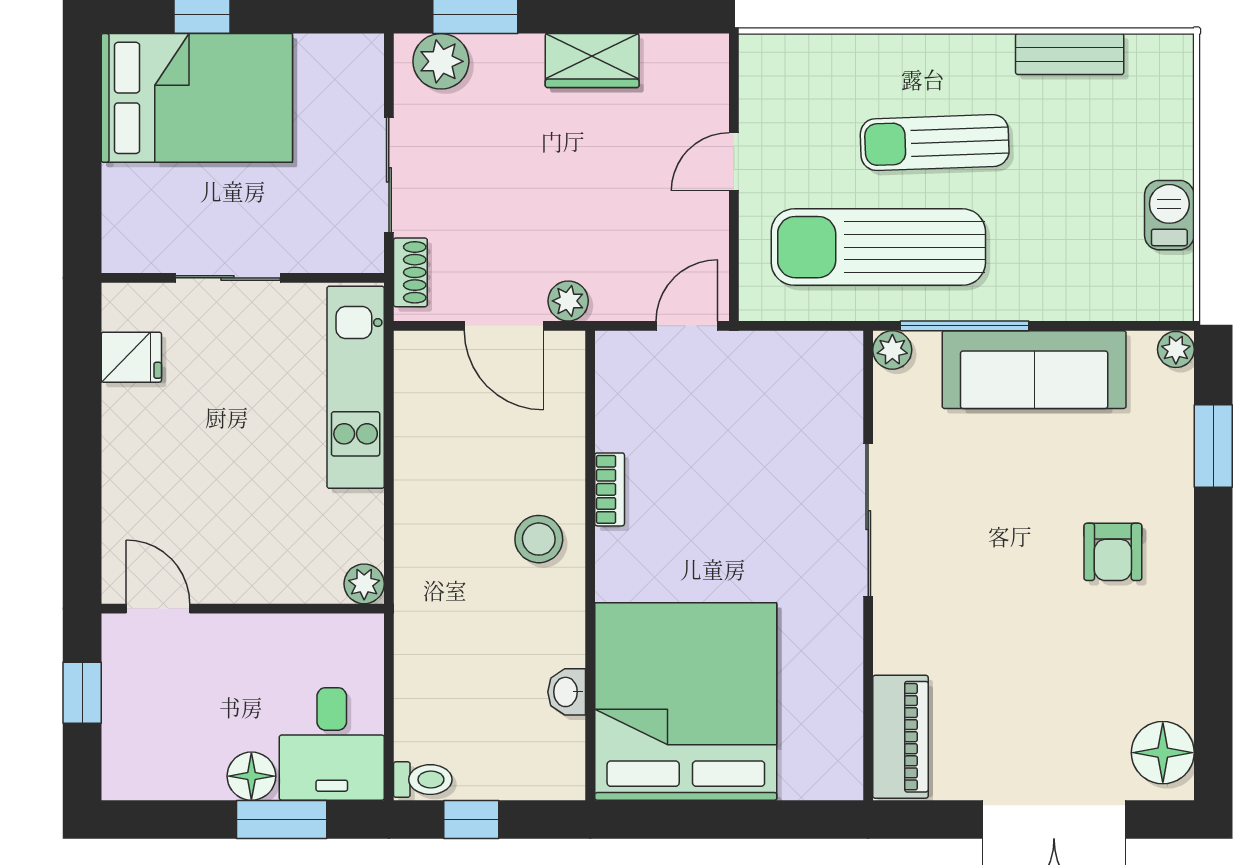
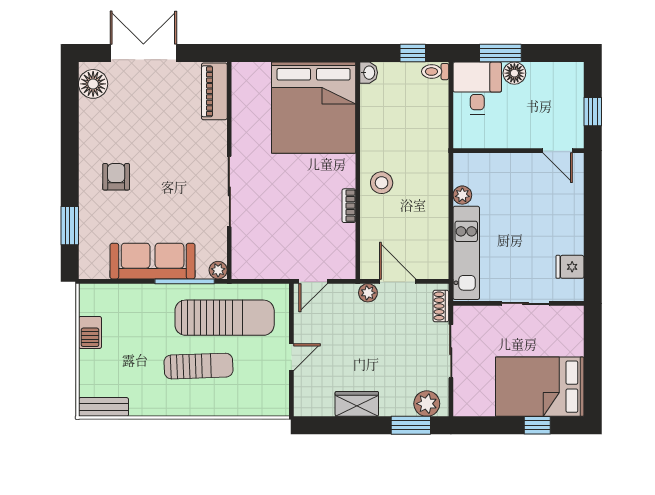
bench: (1070, 54) -> (104, 407), moved
plant: (1176, 349) -> (87, 270), removed
plant: (364, 584) -> (462, 195), moved
washbasin: (567, 692) -> (369, 73), moved

